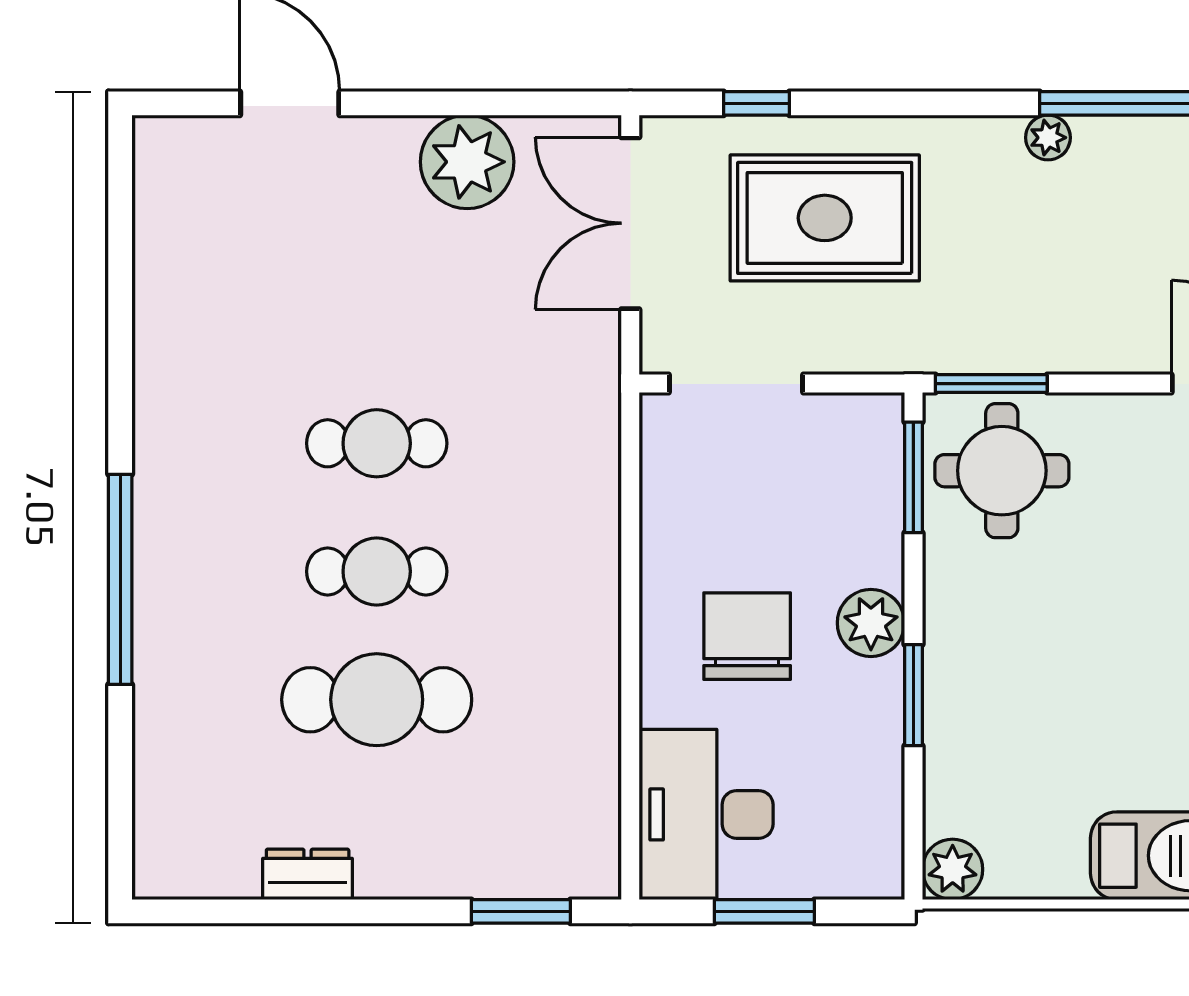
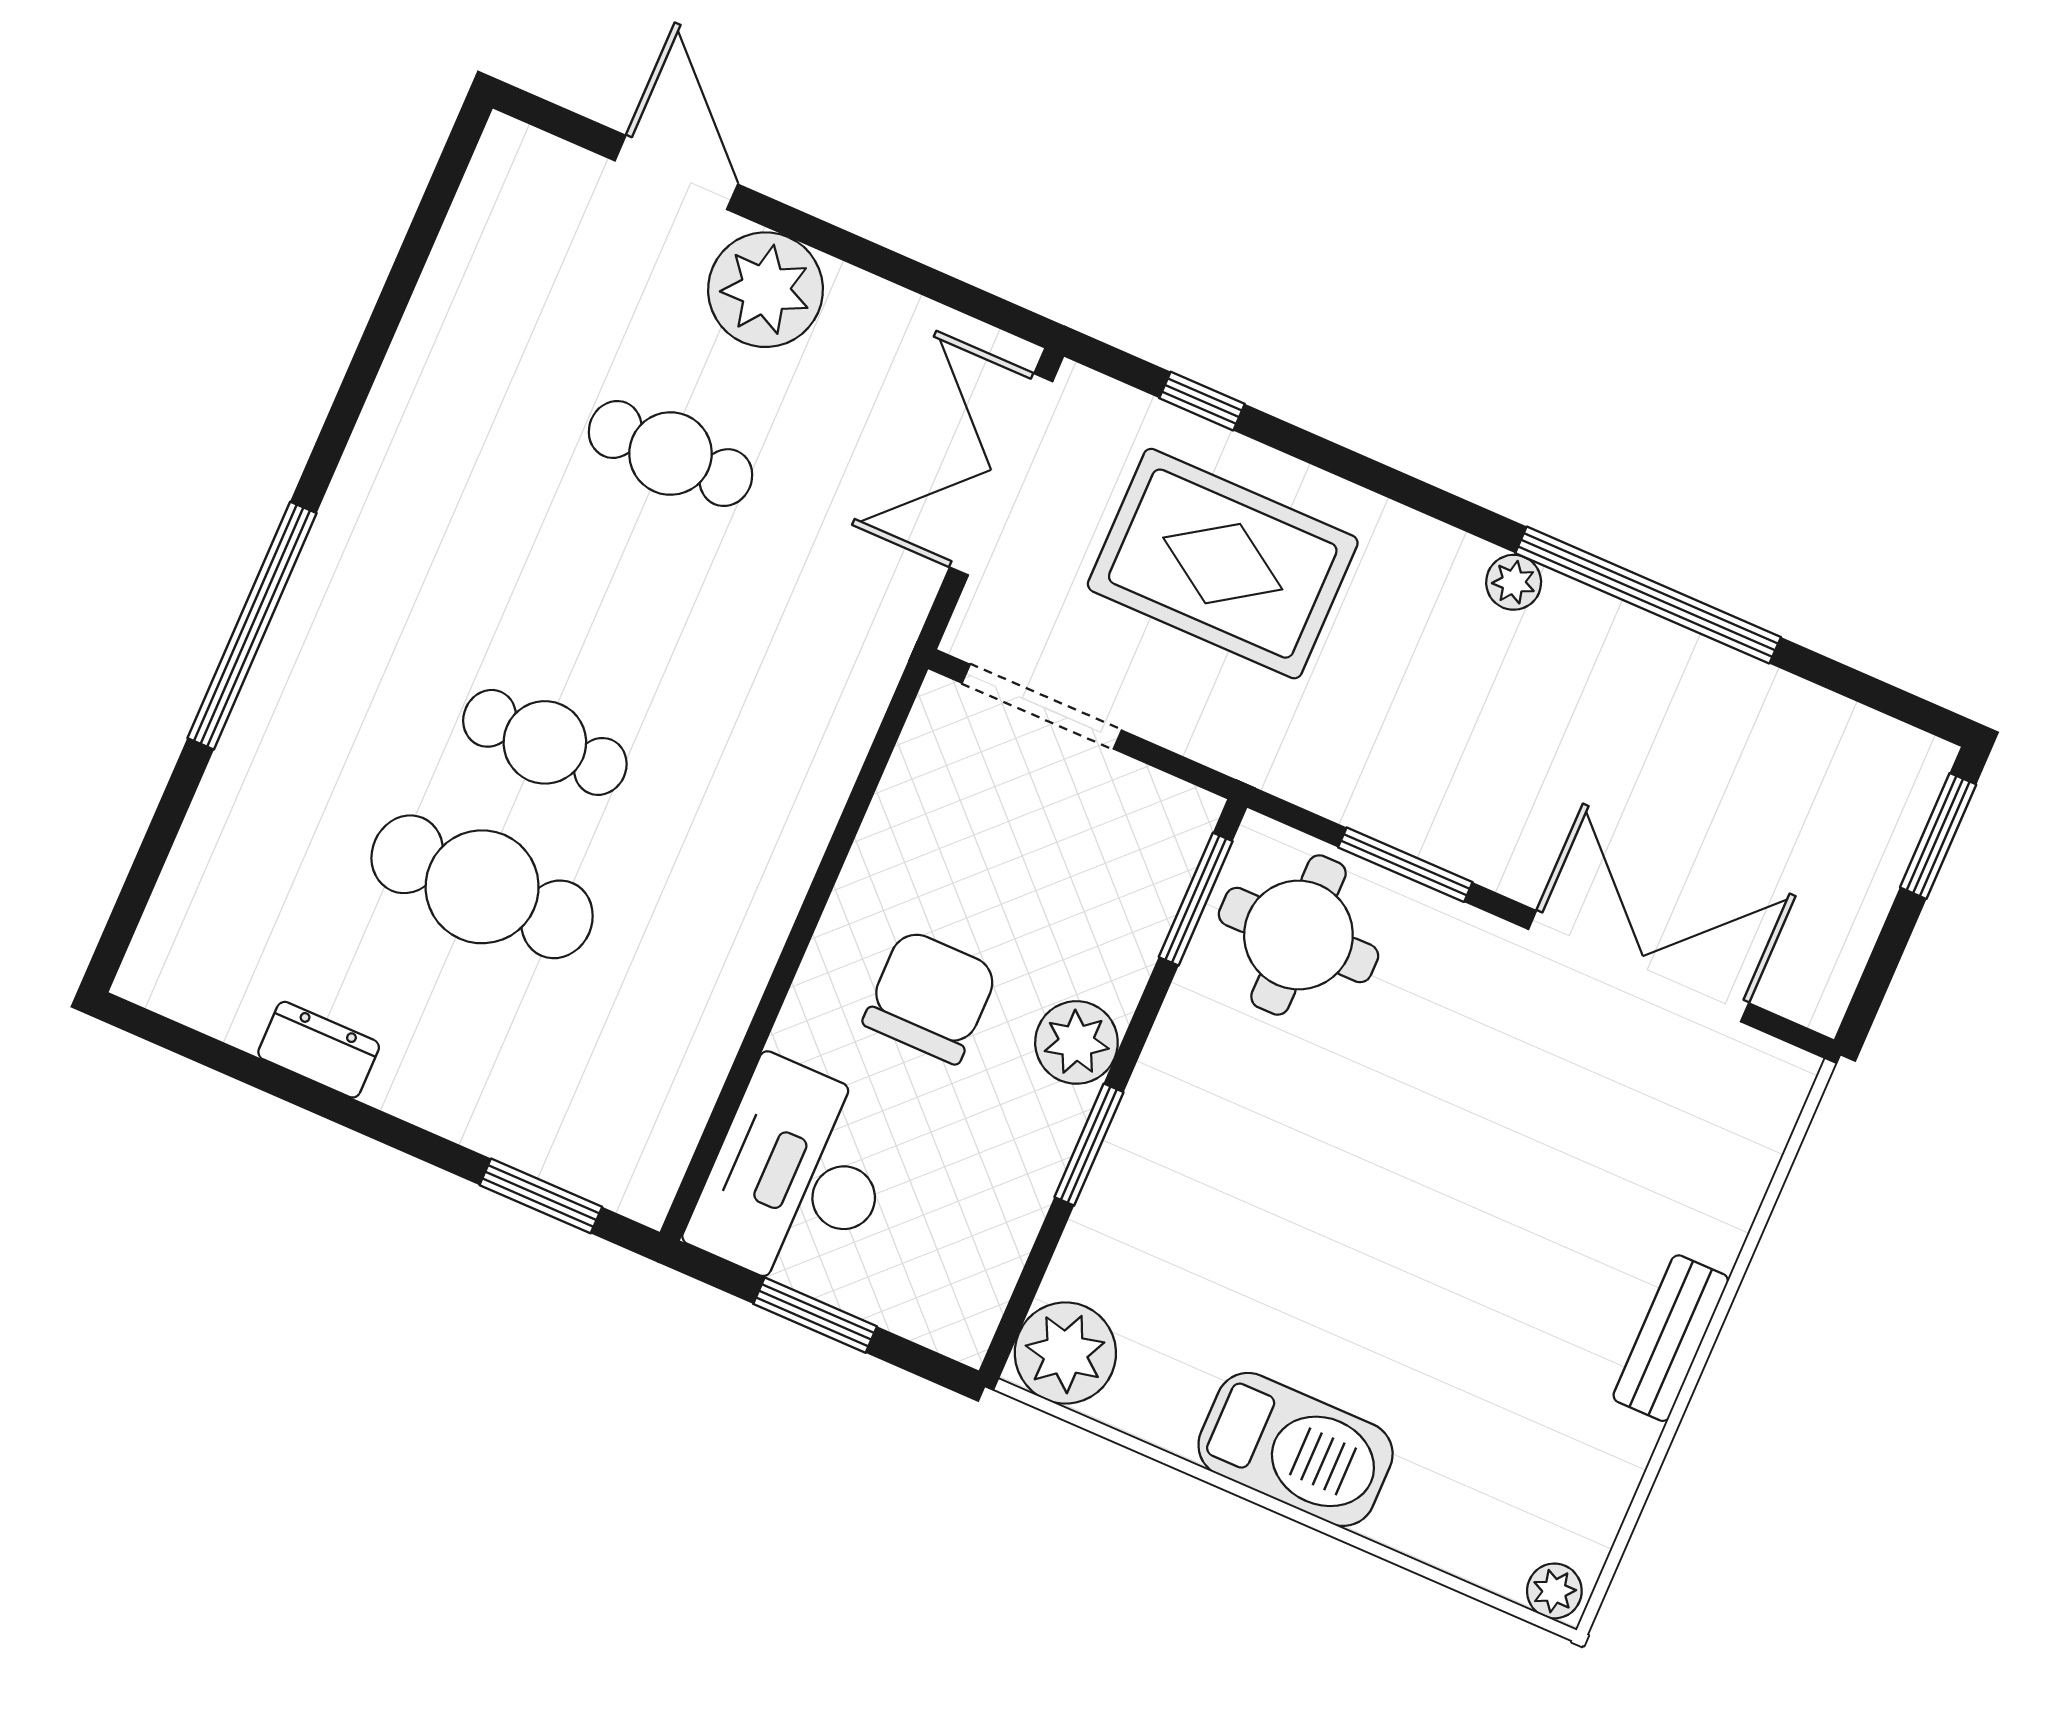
plant: (467, 162) -> (766, 290), moved
window: (991, 384) -> (1405, 865), moved
cafe table: (377, 443) -> (670, 454), moved
plant: (953, 869) -> (1065, 1353), width x1.36, depth x1.36

